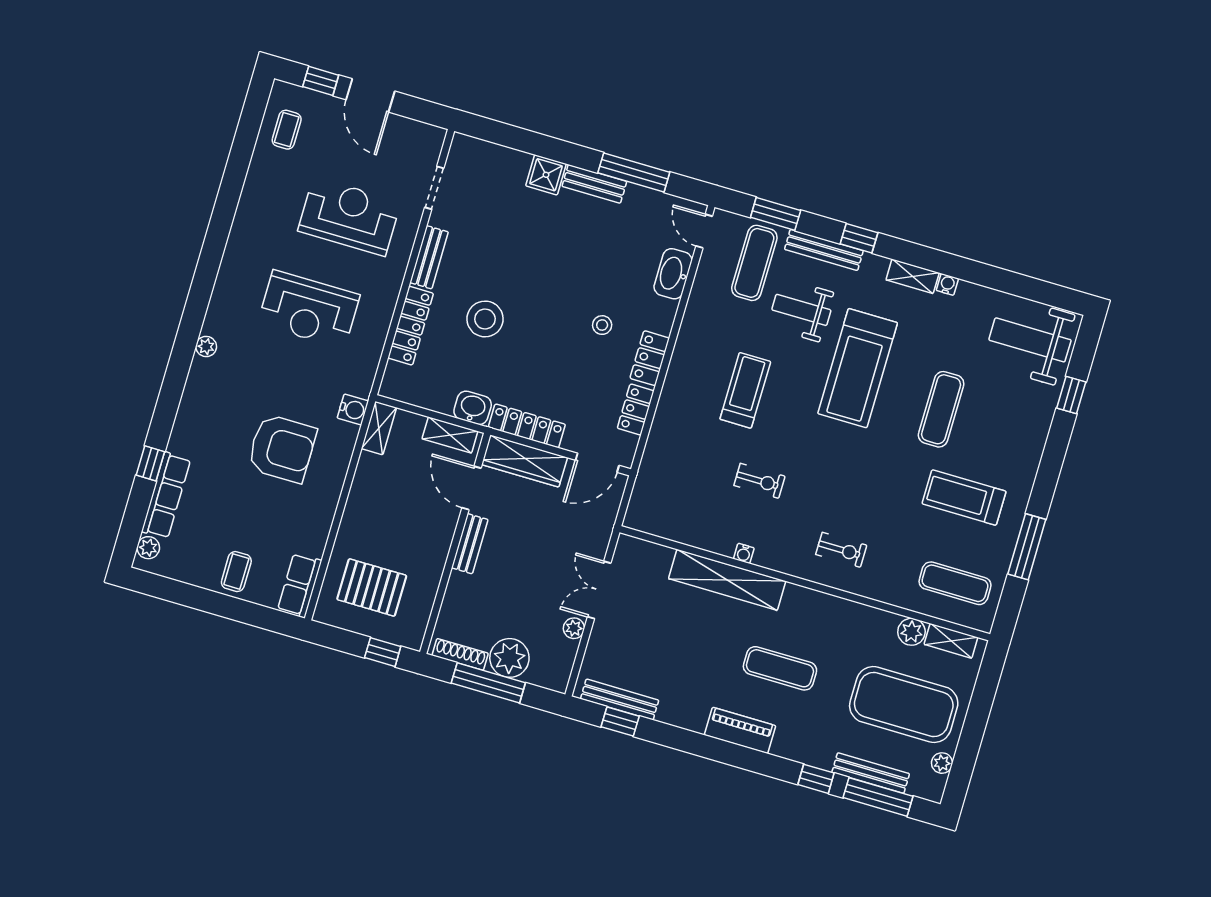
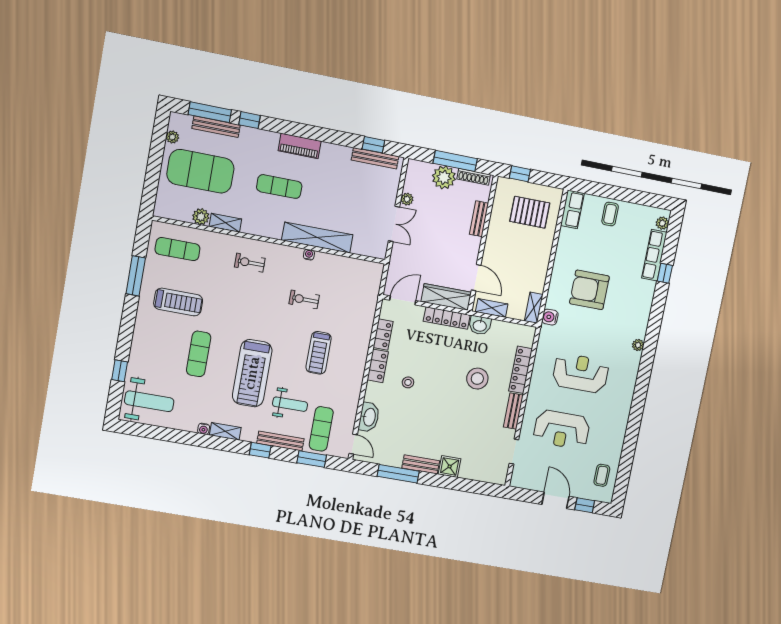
treadmill: (858, 368) -> (252, 373), turned 180
bench: (470, 544) -> (479, 219), moved
shelving: (951, 641) -> (225, 223), moved

